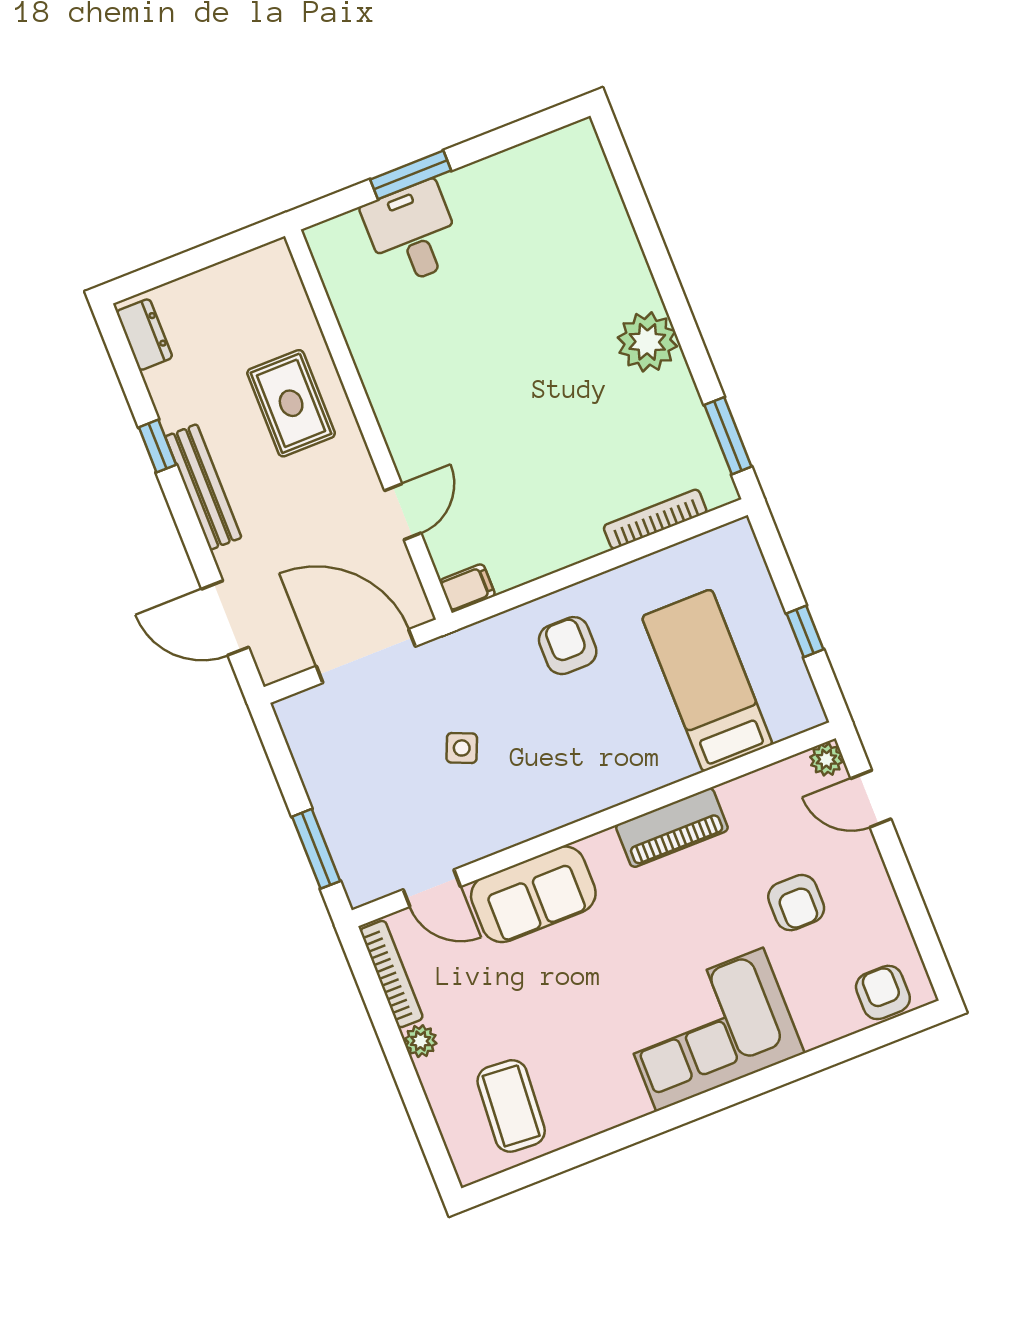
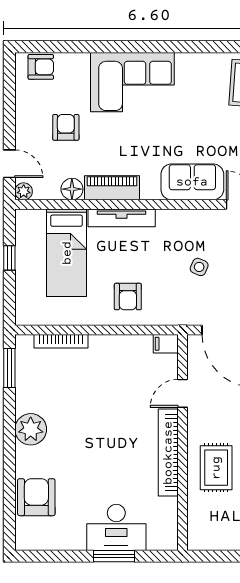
armchair: (590, 225) -> (36, 497), added
desk: (412, 233) -> (116, 527), width x1.37
bookcase: (387, 397) -> (168, 453), added
tv unit: (634, 781) -> (122, 218), added
floor lamp: (742, 797) -> (72, 189), added
armchair: (883, 992) -> (41, 67), turned -90

